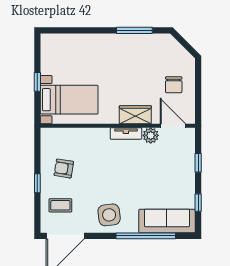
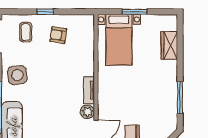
window: (37, 82) -> (135, 12), width x1.50
wardrobe: (135, 115) -> (169, 45), moved, turned 180
armchair: (64, 168) -> (58, 35), turned -91

